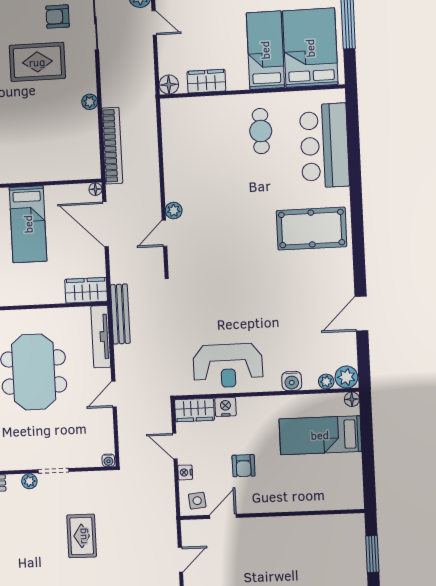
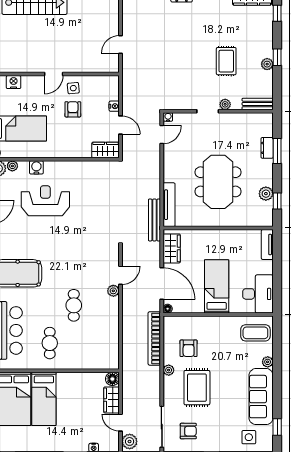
rug: (37, 62) -> (197, 388), moved, turned 90
wardrobe: (206, 81) -> (111, 400), moved, turned 90
armchair: (63, 135) -> (189, 348), added
cafe table: (229, 187) -> (74, 305), added
wardrobe: (86, 290) -> (172, 248), moved, turned -90
reception desk: (228, 366) -> (45, 201), moved
door: (114, 394) -> (162, 135), moved
nightstand: (225, 407) -> (14, 82), moved, turned 180
side table: (197, 501) -> (73, 88), moved
door: (223, 516) -> (54, 74), moved
rug: (82, 536) -> (226, 61), moved

